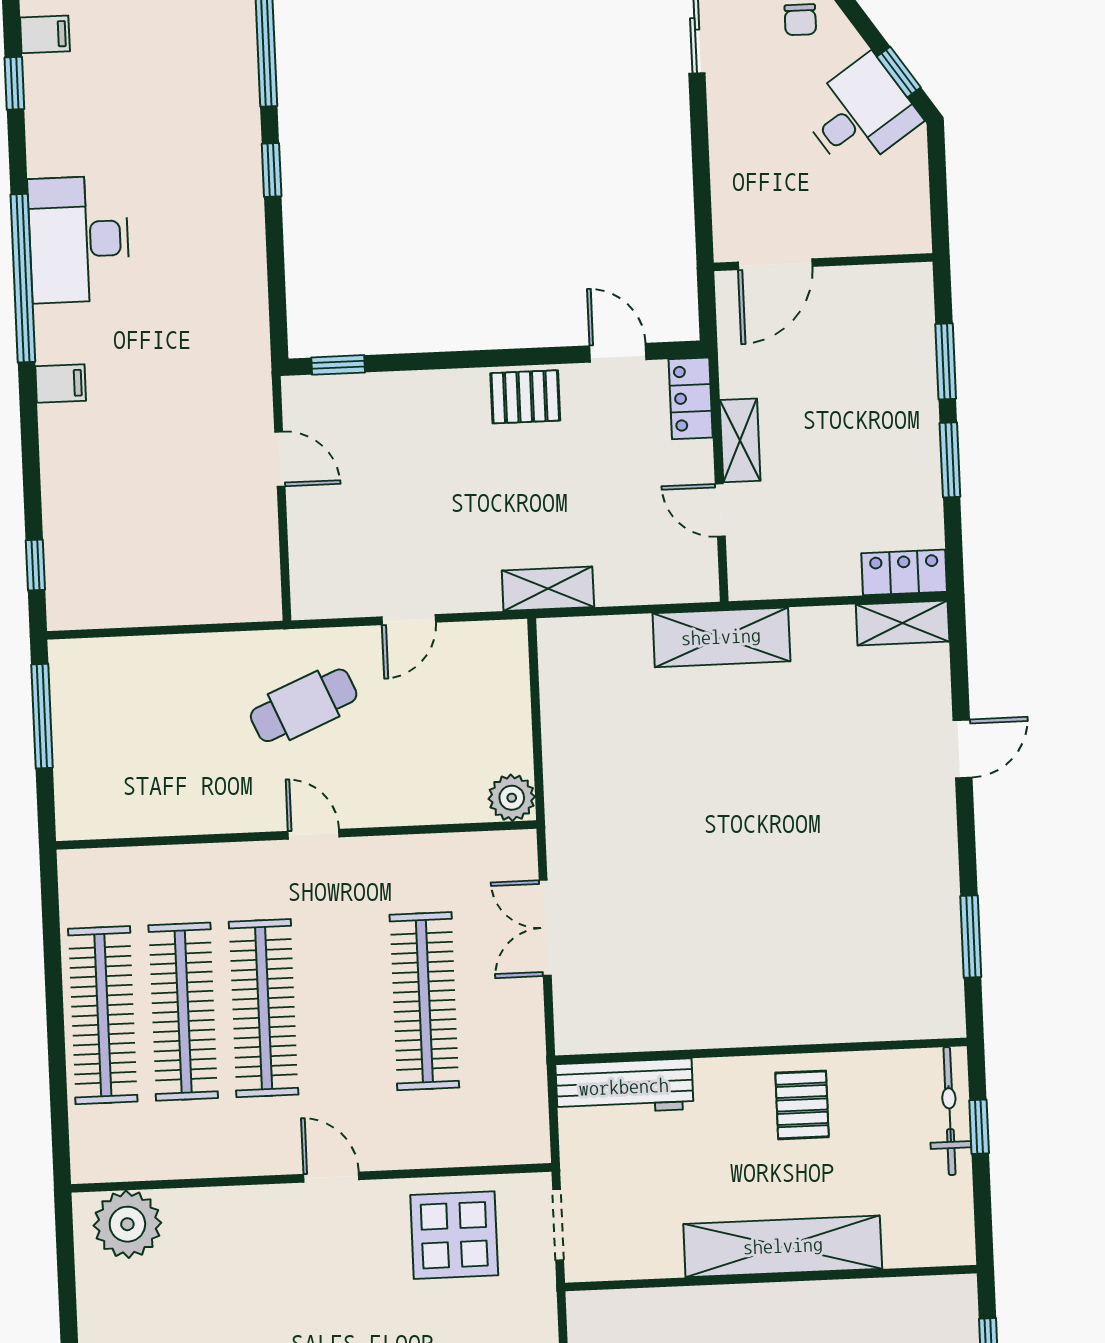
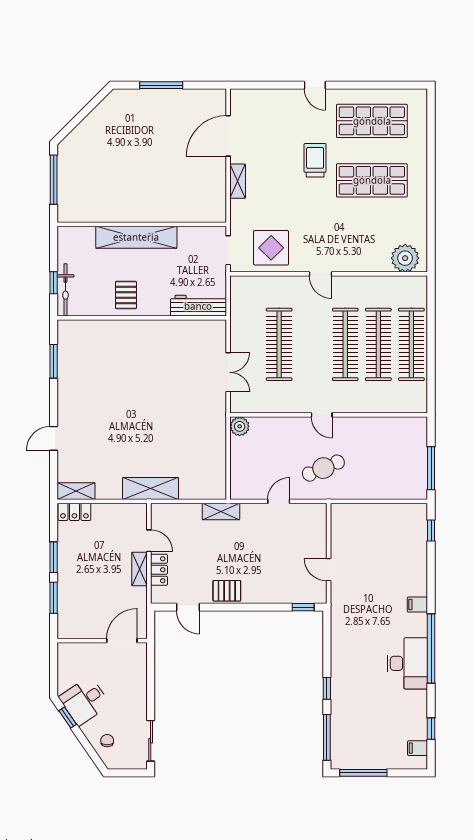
locker: (691, 398) -> (159, 570), moved

